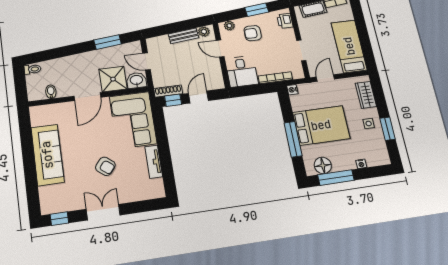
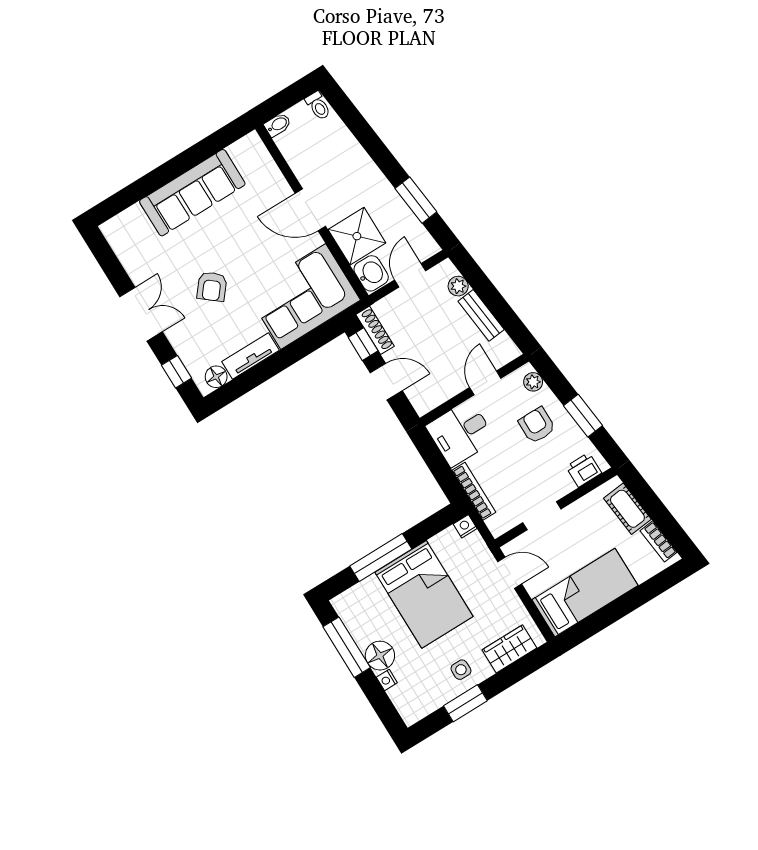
plant: (204, 32) -> (458, 286), moved
bidet: (51, 92) -> (278, 125), moved
floor lamp: (323, 165) -> (380, 656), moved
floor lamp: (157, 185) -> (216, 377), added
window: (59, 219) -> (177, 372), moved

